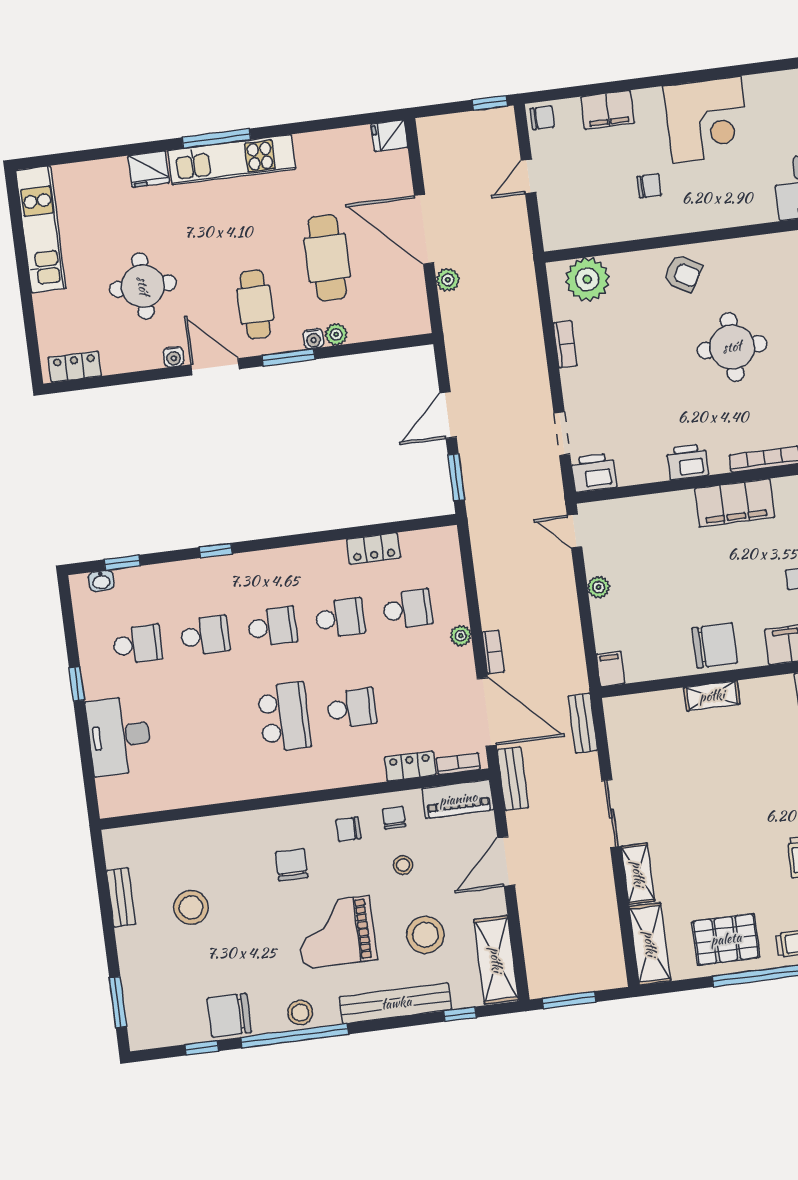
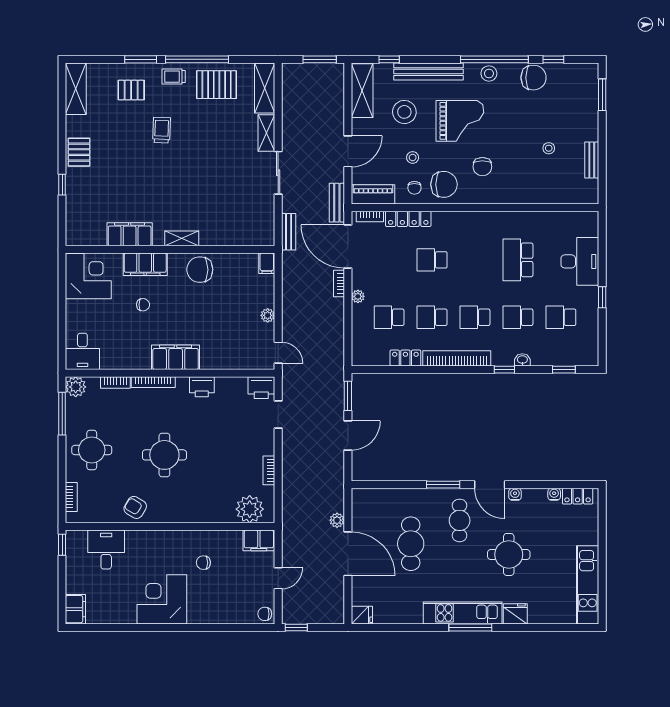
filing cabinet: (608, 110) -> (259, 540), moved, turned 180
armchair: (683, 273) -> (135, 507), moved
round table: (143, 286) -> (509, 554), moved
plant: (336, 334) -> (411, 495), removed
water cooler: (313, 339) -> (554, 494), moved
bookcase: (293, 558) -> (457, 358), added
washbasin: (101, 581) -> (522, 360), moved
shelving: (712, 696) -> (182, 238), moved
school desk: (284, 717) -> (518, 260), moved
locker: (410, 766) -> (408, 219), width x1.53
chair: (348, 829) -> (444, 184), width x1.87, depth x1.87
stool: (191, 907) -> (549, 148), width x0.53, depth x0.53

